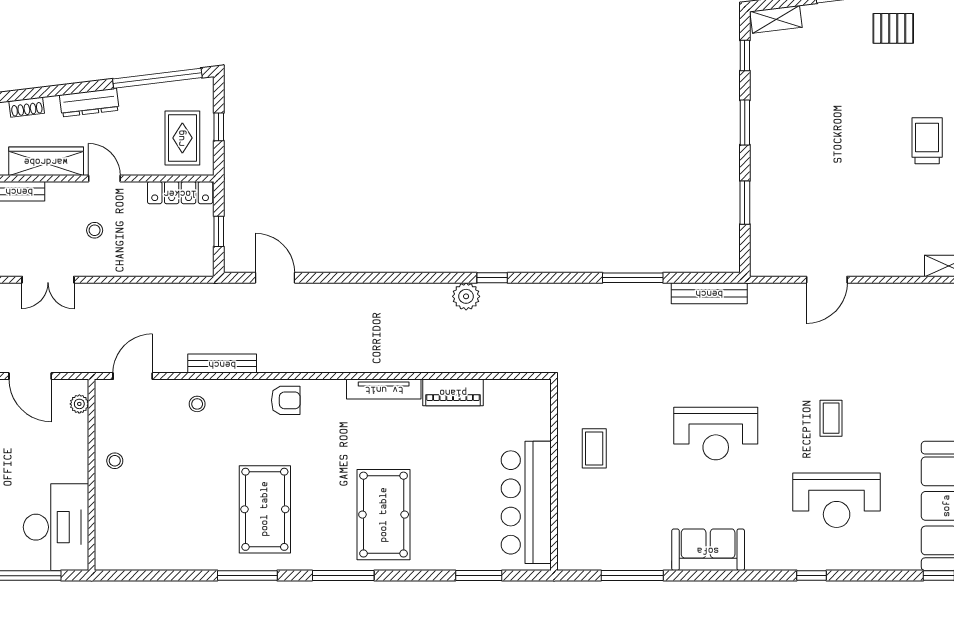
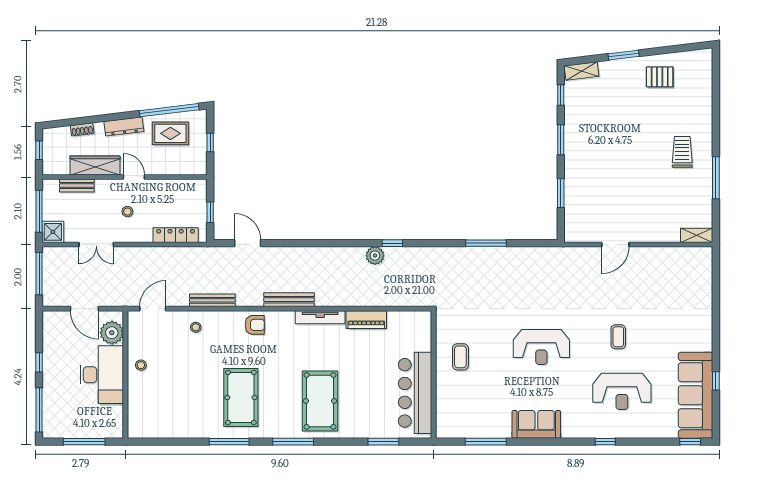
rug: (182, 138) -> (170, 133), moved, turned 90
locker: (180, 193) -> (176, 235), moved, turned 180
bench: (709, 293) -> (289, 300), moved
plant: (79, 404) -> (112, 333), width x1.88, depth x1.88
desk: (56, 527) -> (102, 375), moved

